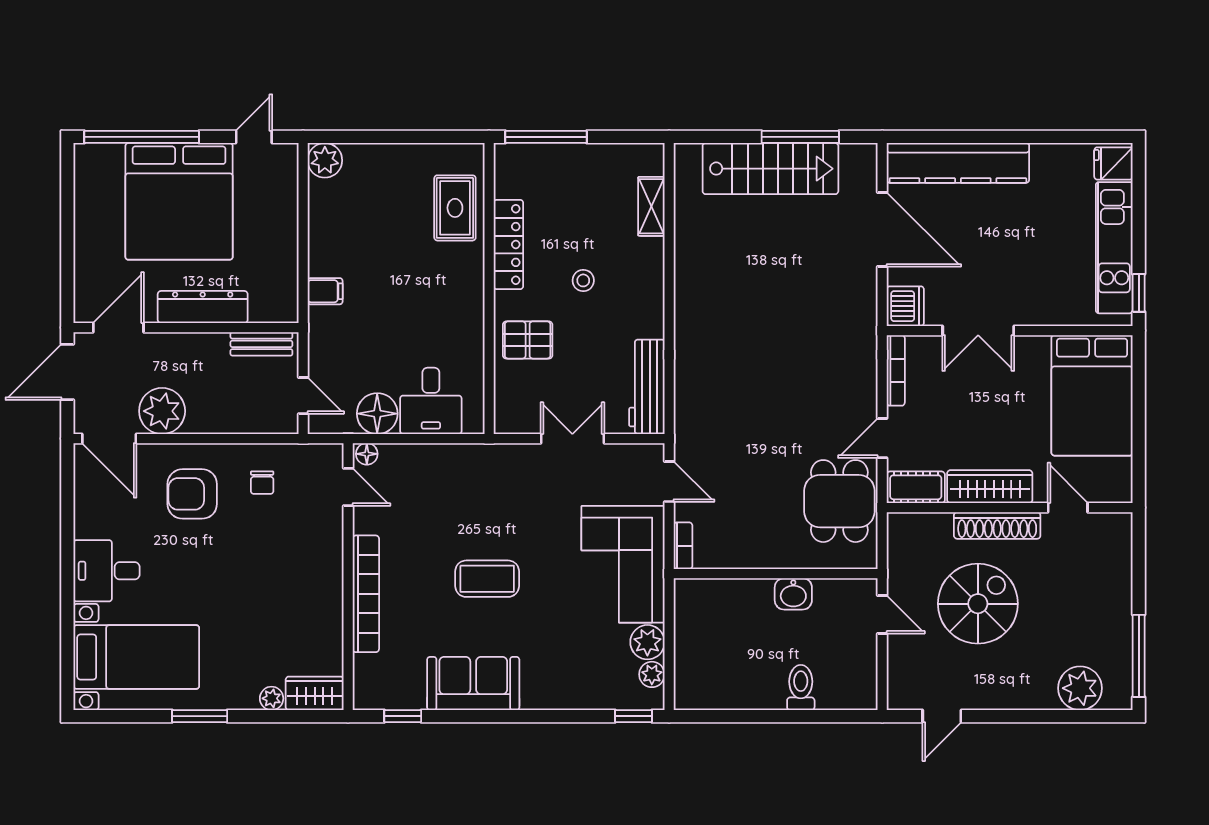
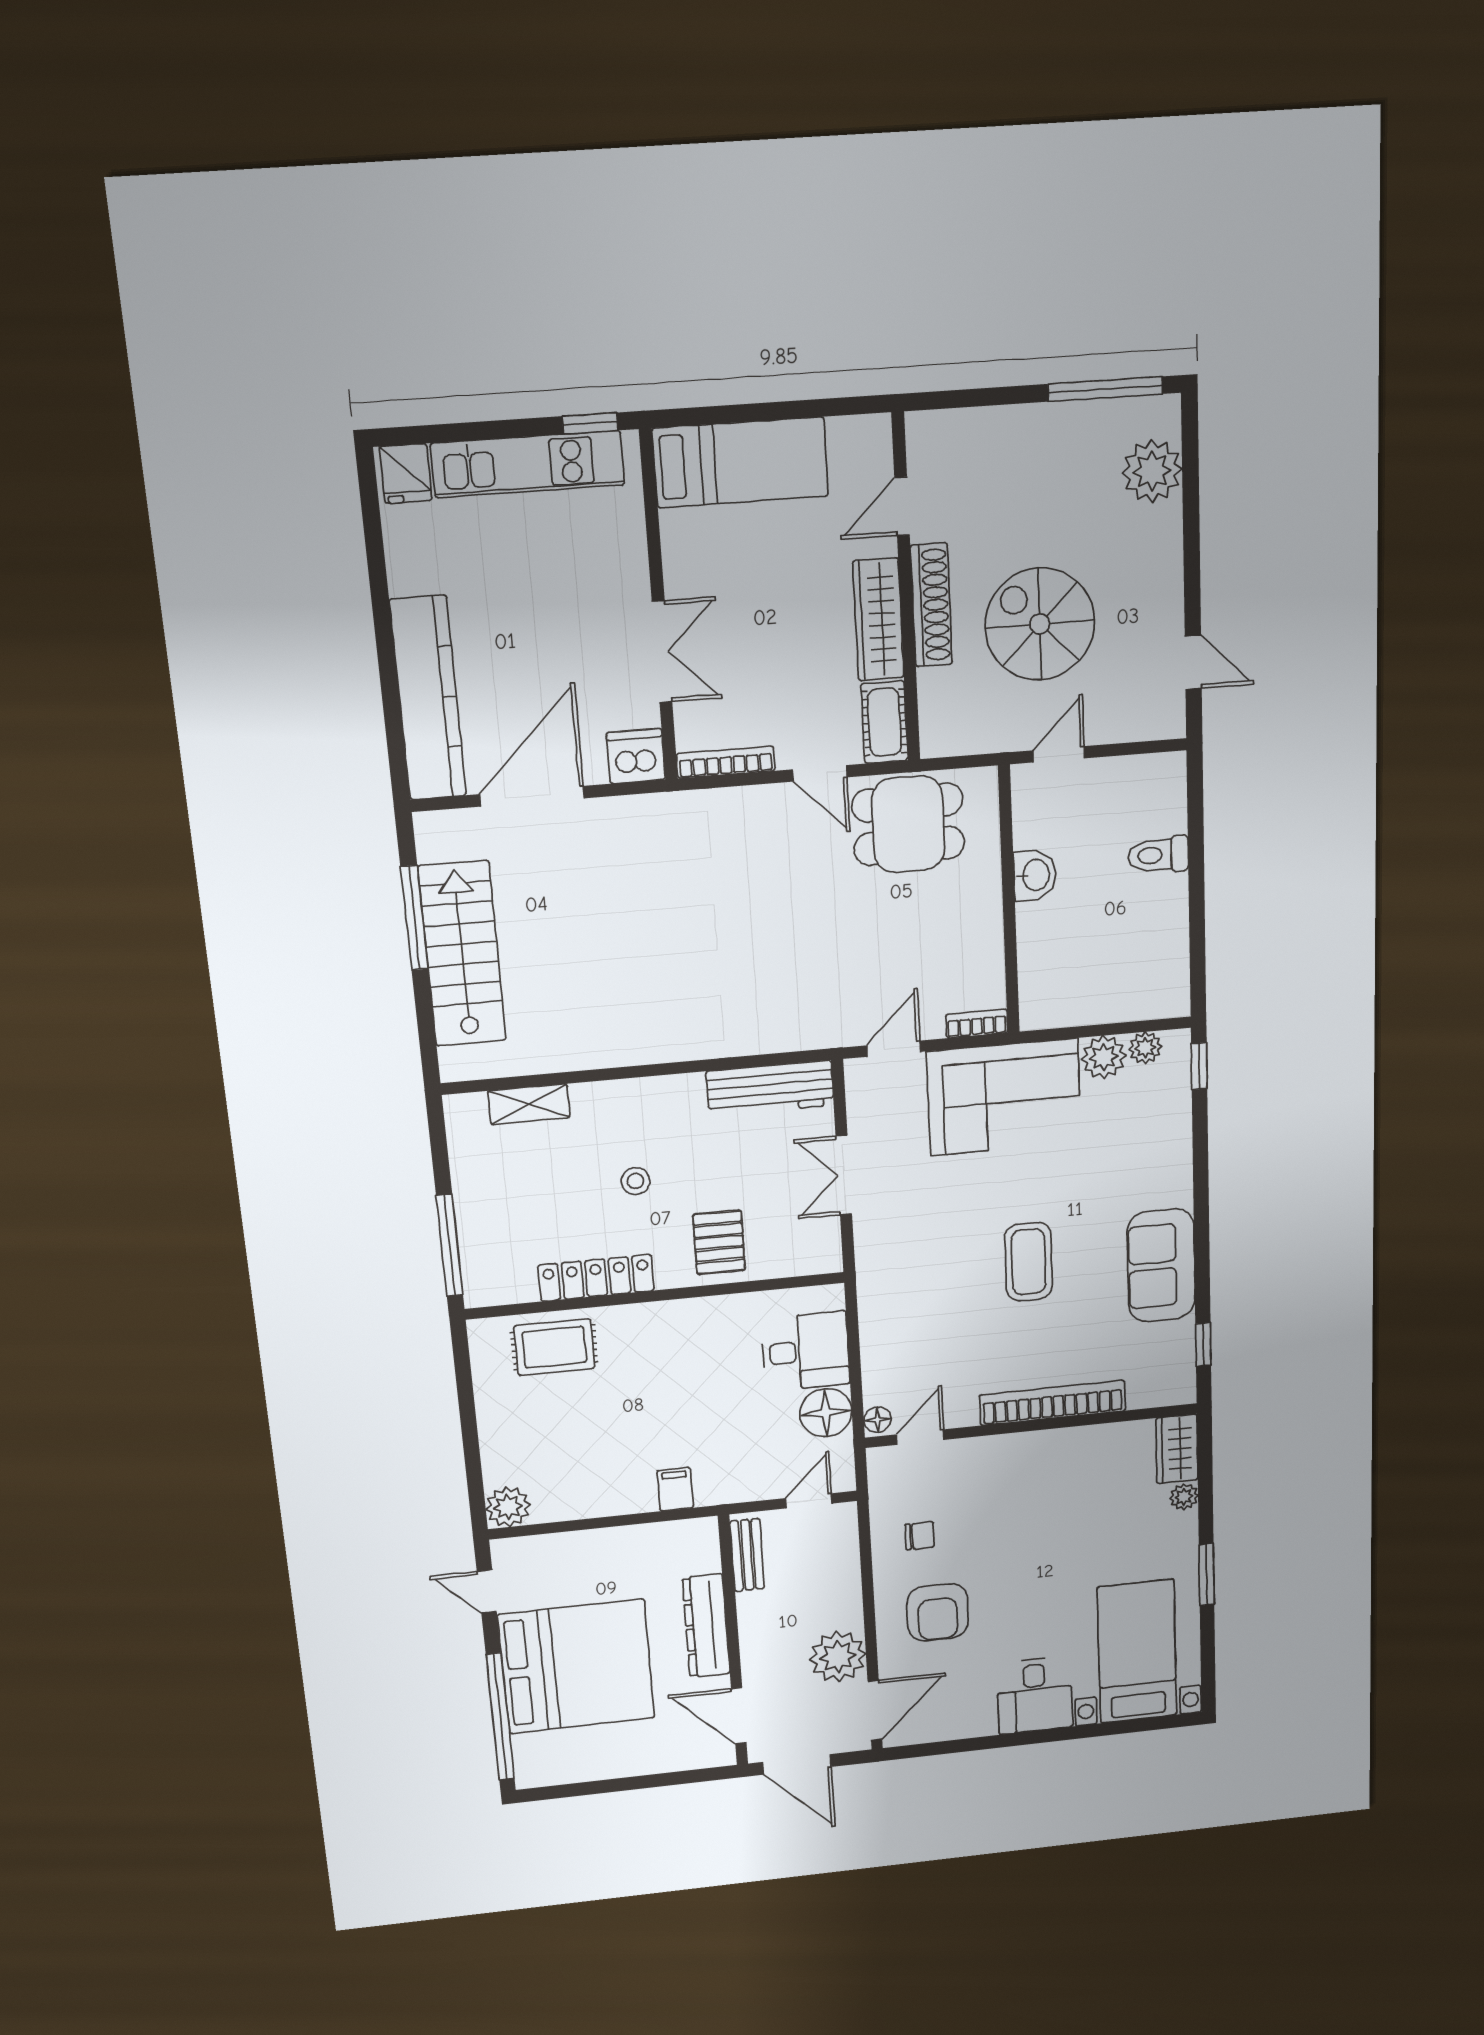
bed: (1092, 395) -> (741, 462), width x0.67

